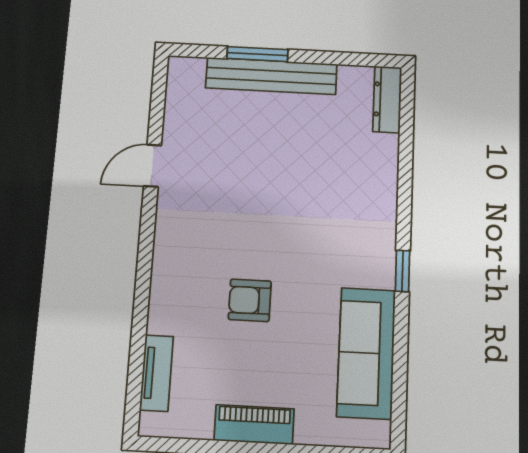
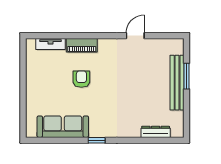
dresser: (387, 99) -> (156, 132), moved
door: (152, 166) -> (135, 36), hinge flipped
piano: (254, 425) -> (82, 45), moved, turned 90

